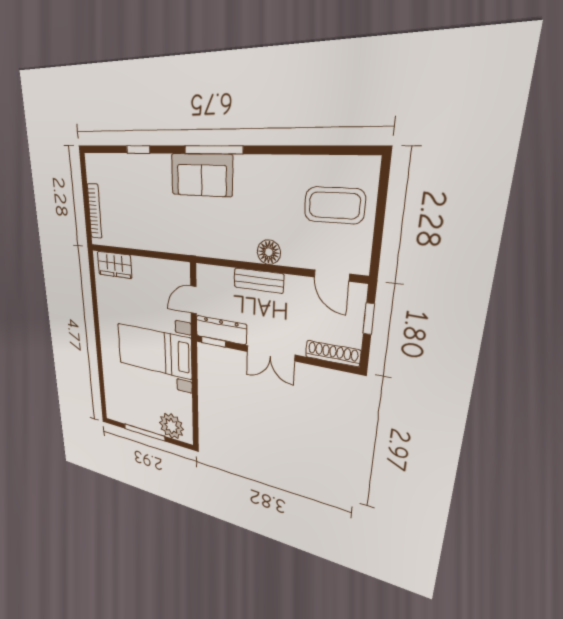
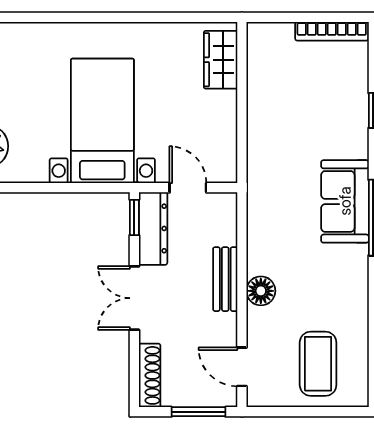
bookcase: (95, 211) -> (332, 31), moved
door: (332, 276) -> (242, 367), hinge flipped
window: (369, 319) -> (198, 412), width x1.50

